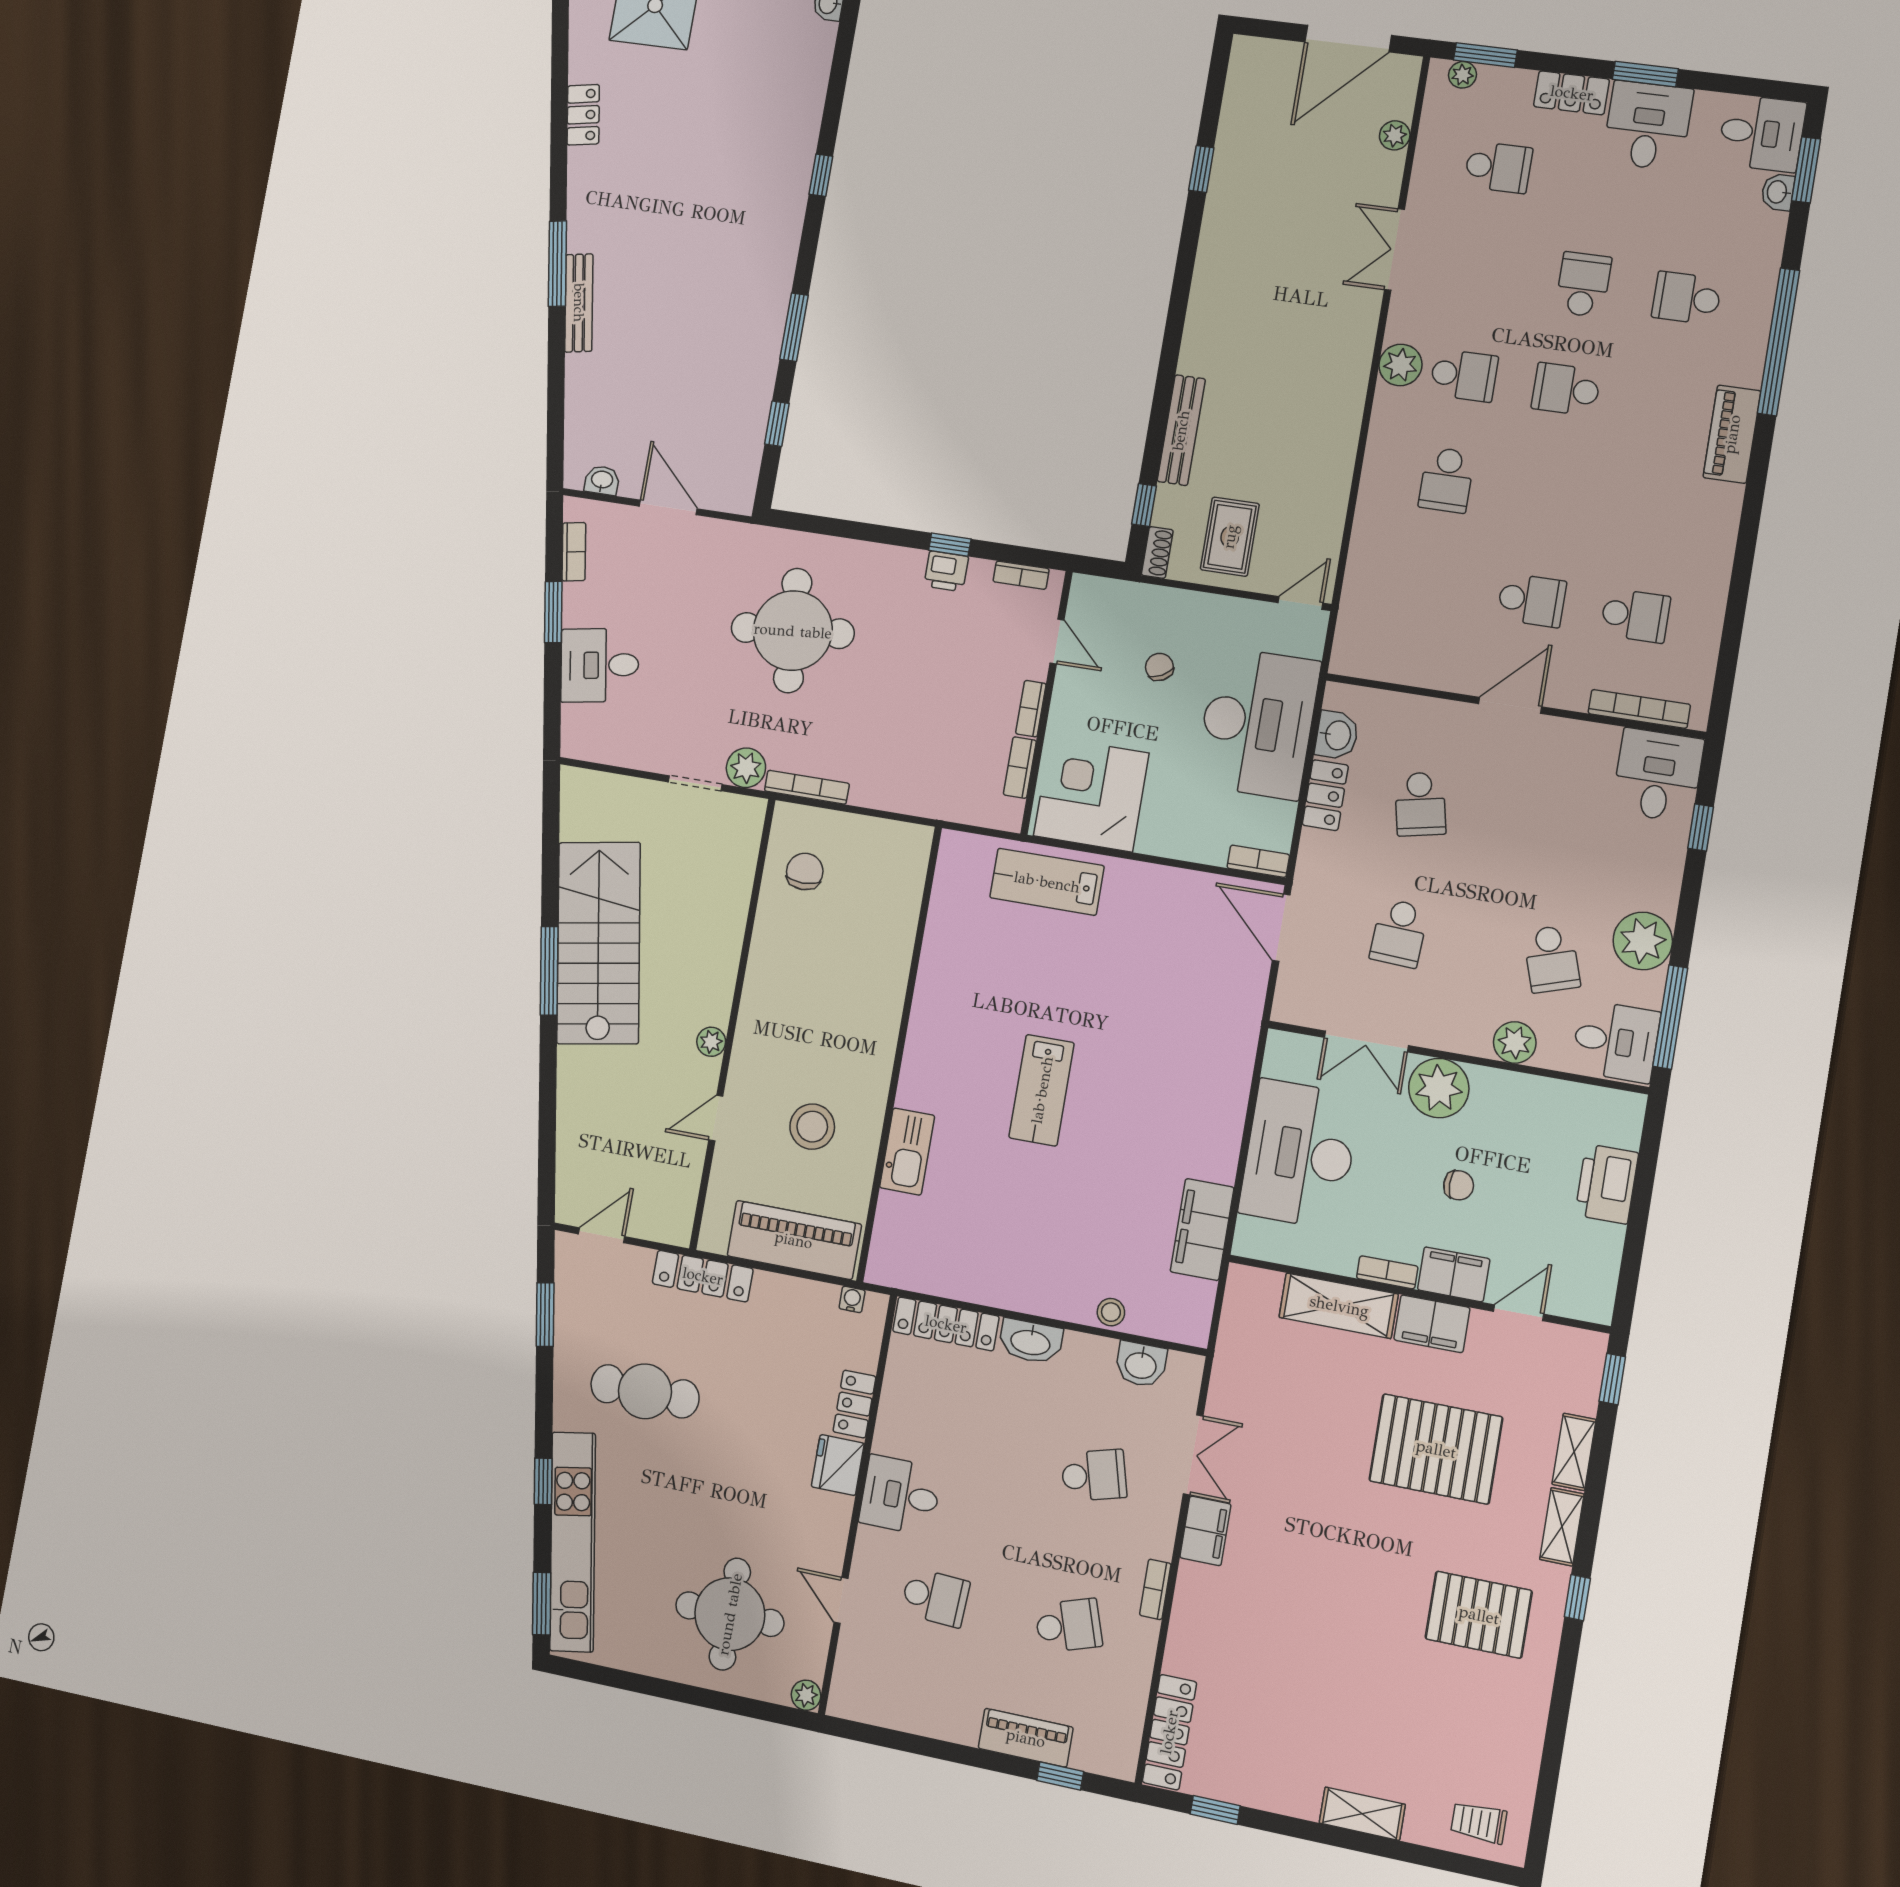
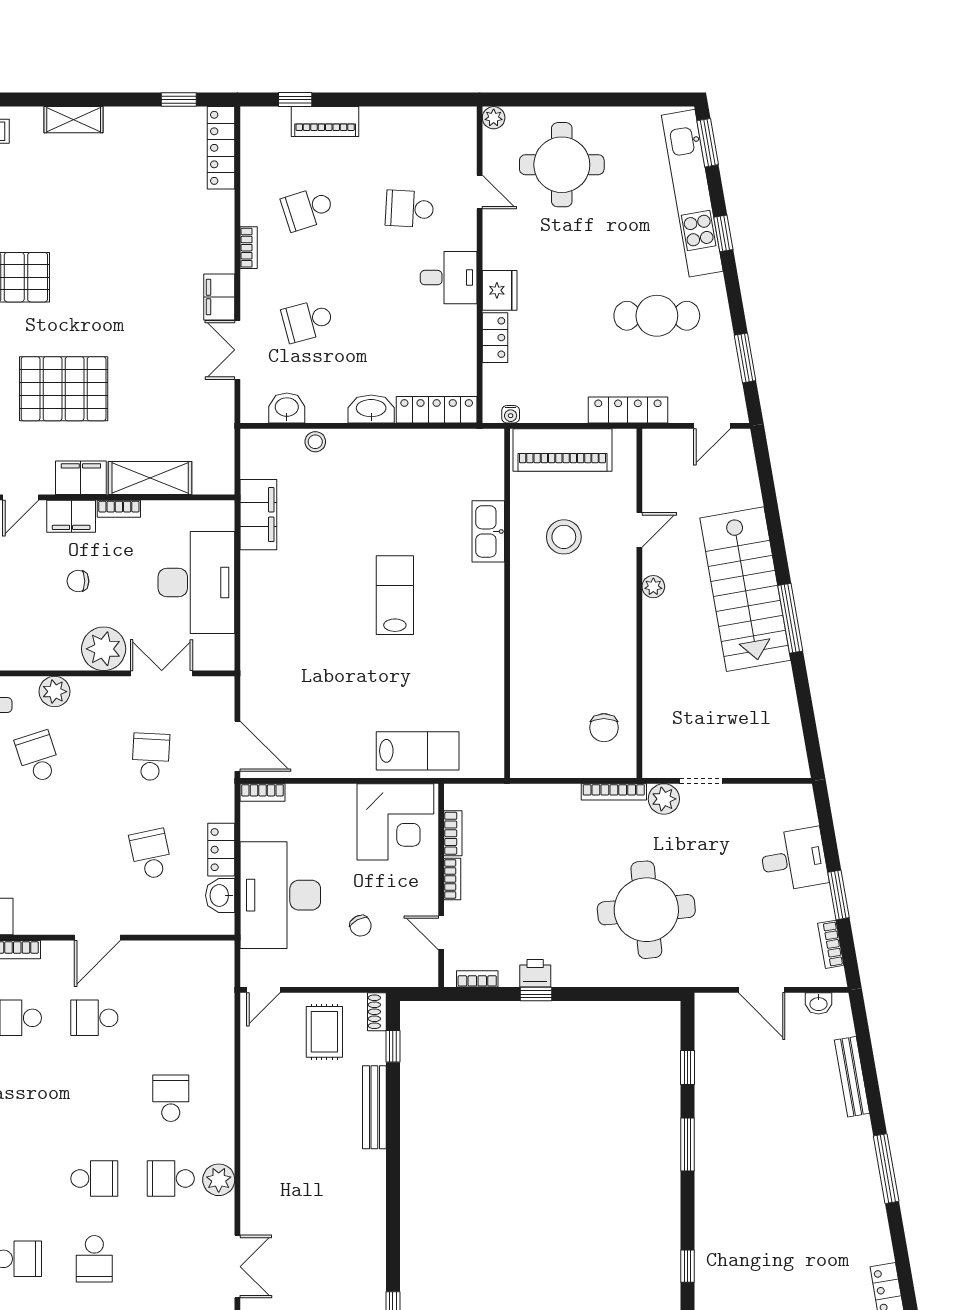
bench: (579, 303) -> (852, 1077), moved
stairs: (599, 943) -> (745, 589), moved

